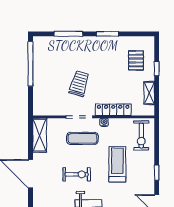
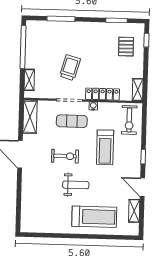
window: (108, 34) -> (116, 20), moved
window: (157, 69) -> (146, 40), moved
shelving: (149, 93) -> (138, 90), moved
shelving: (38, 97) -> (29, 80), added
treadmill: (117, 164) -> (105, 147), turned 180

